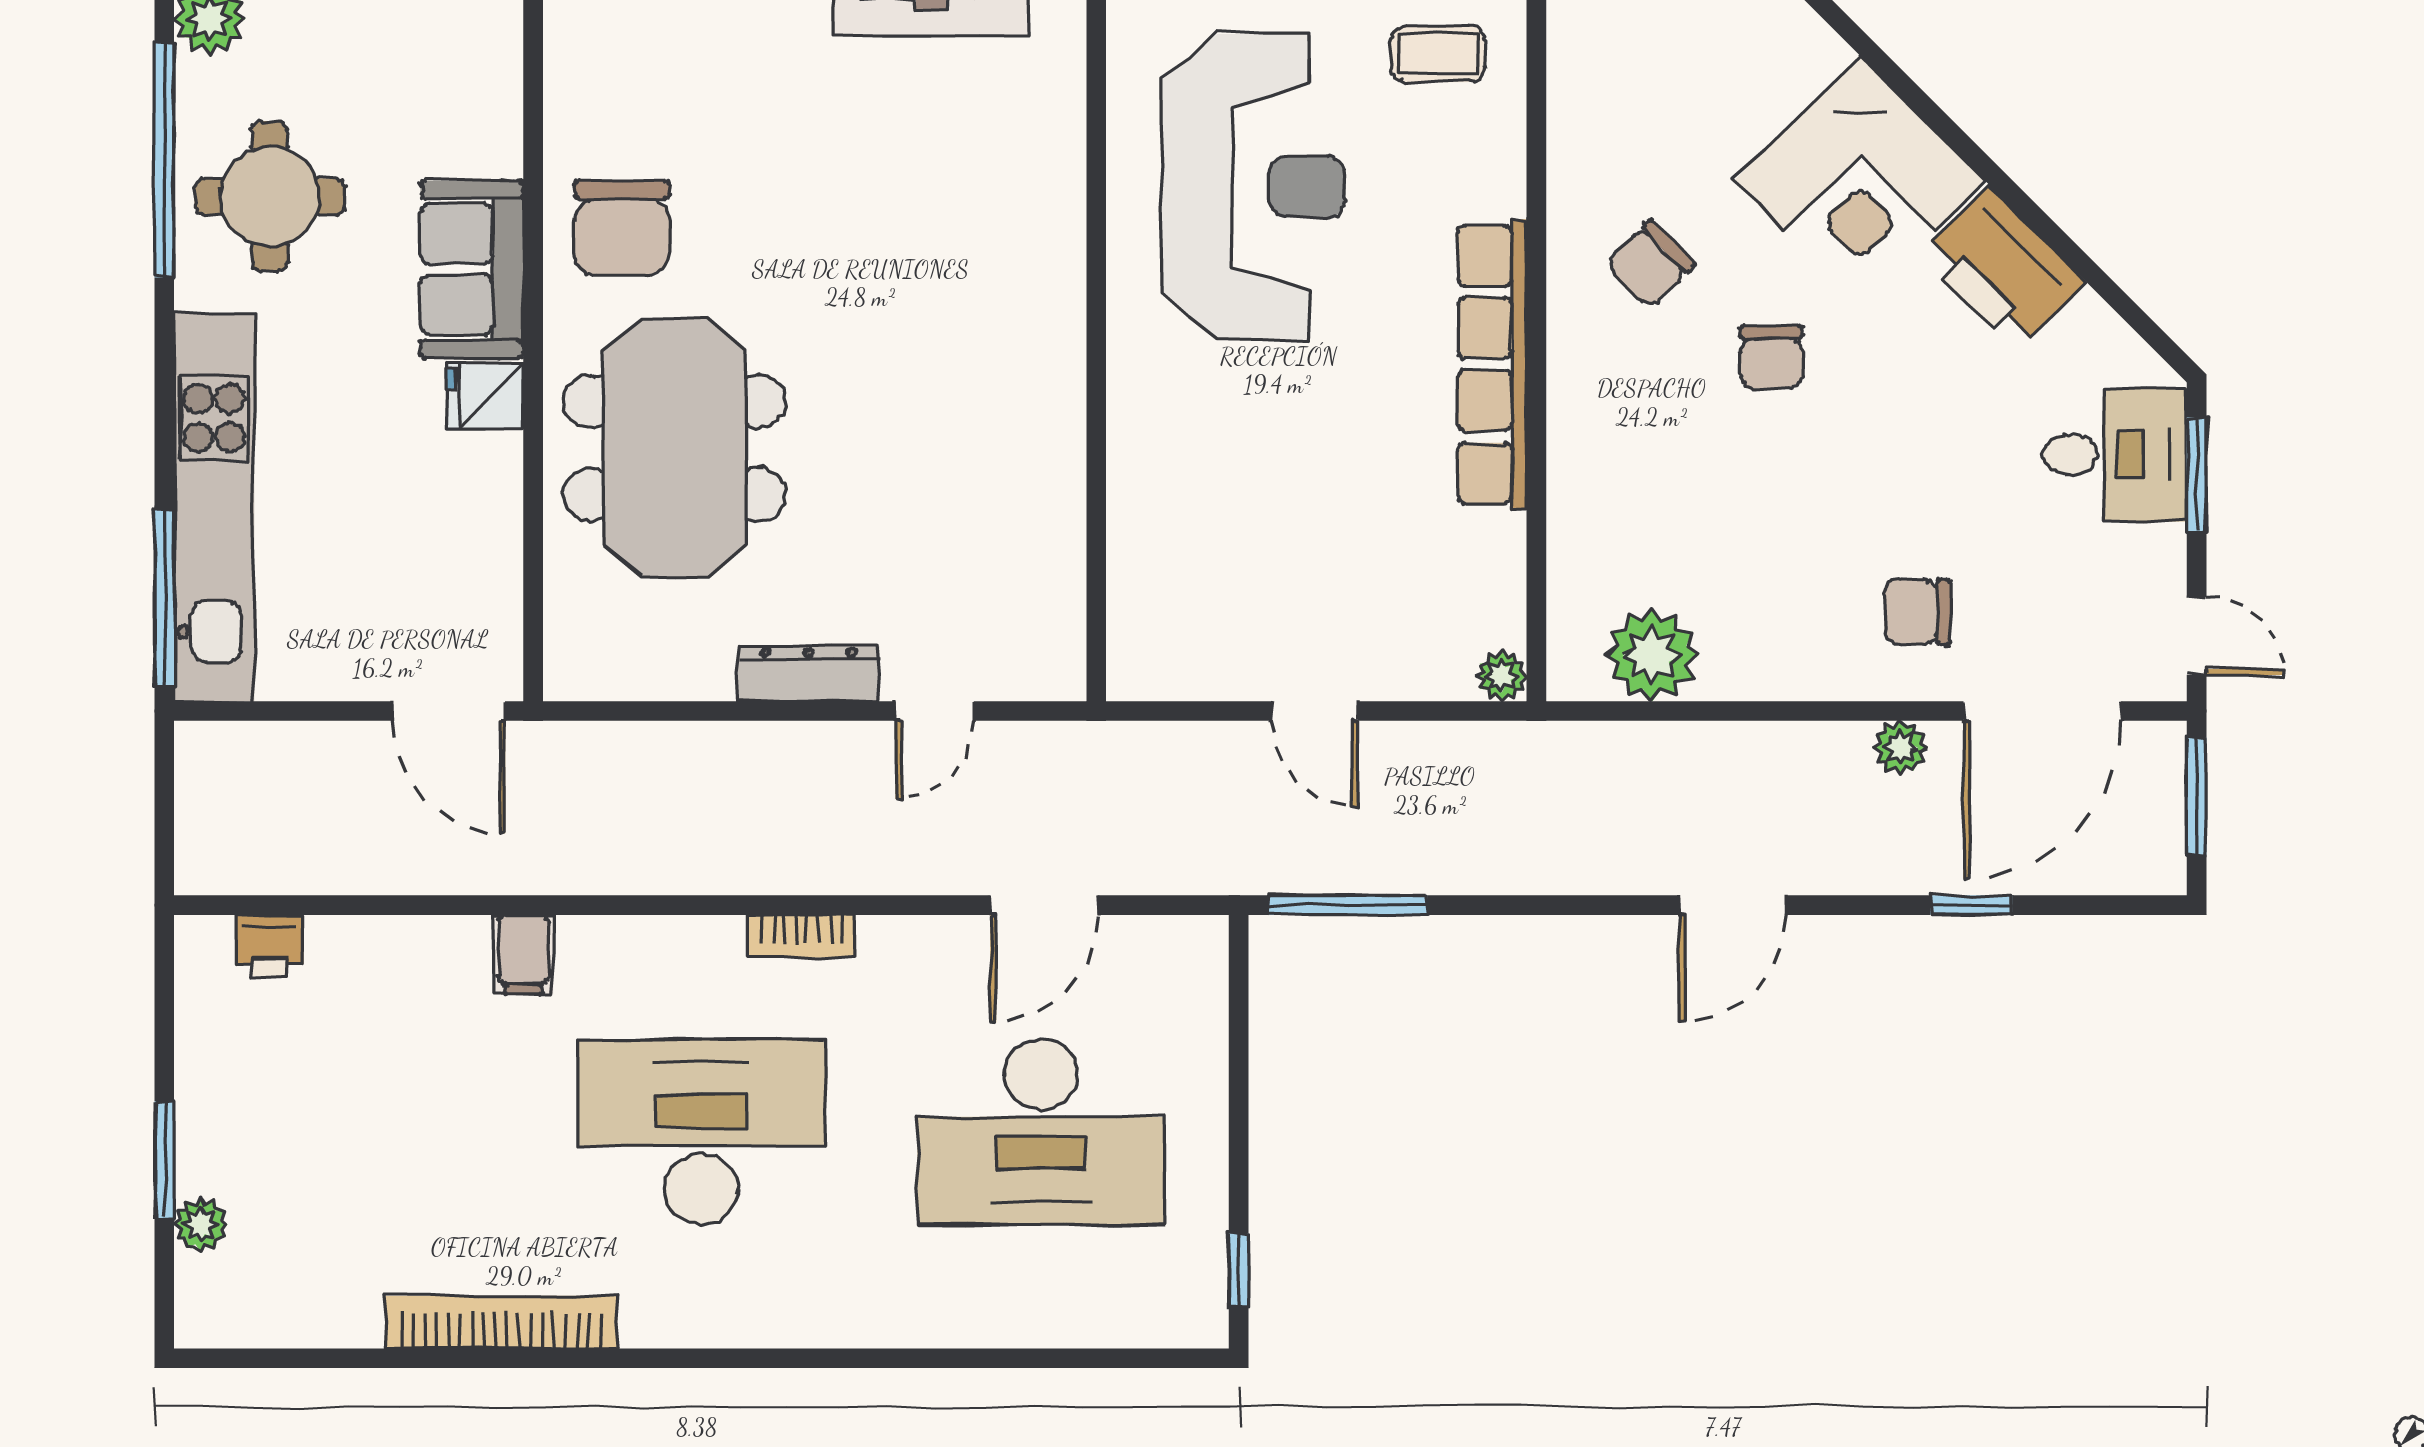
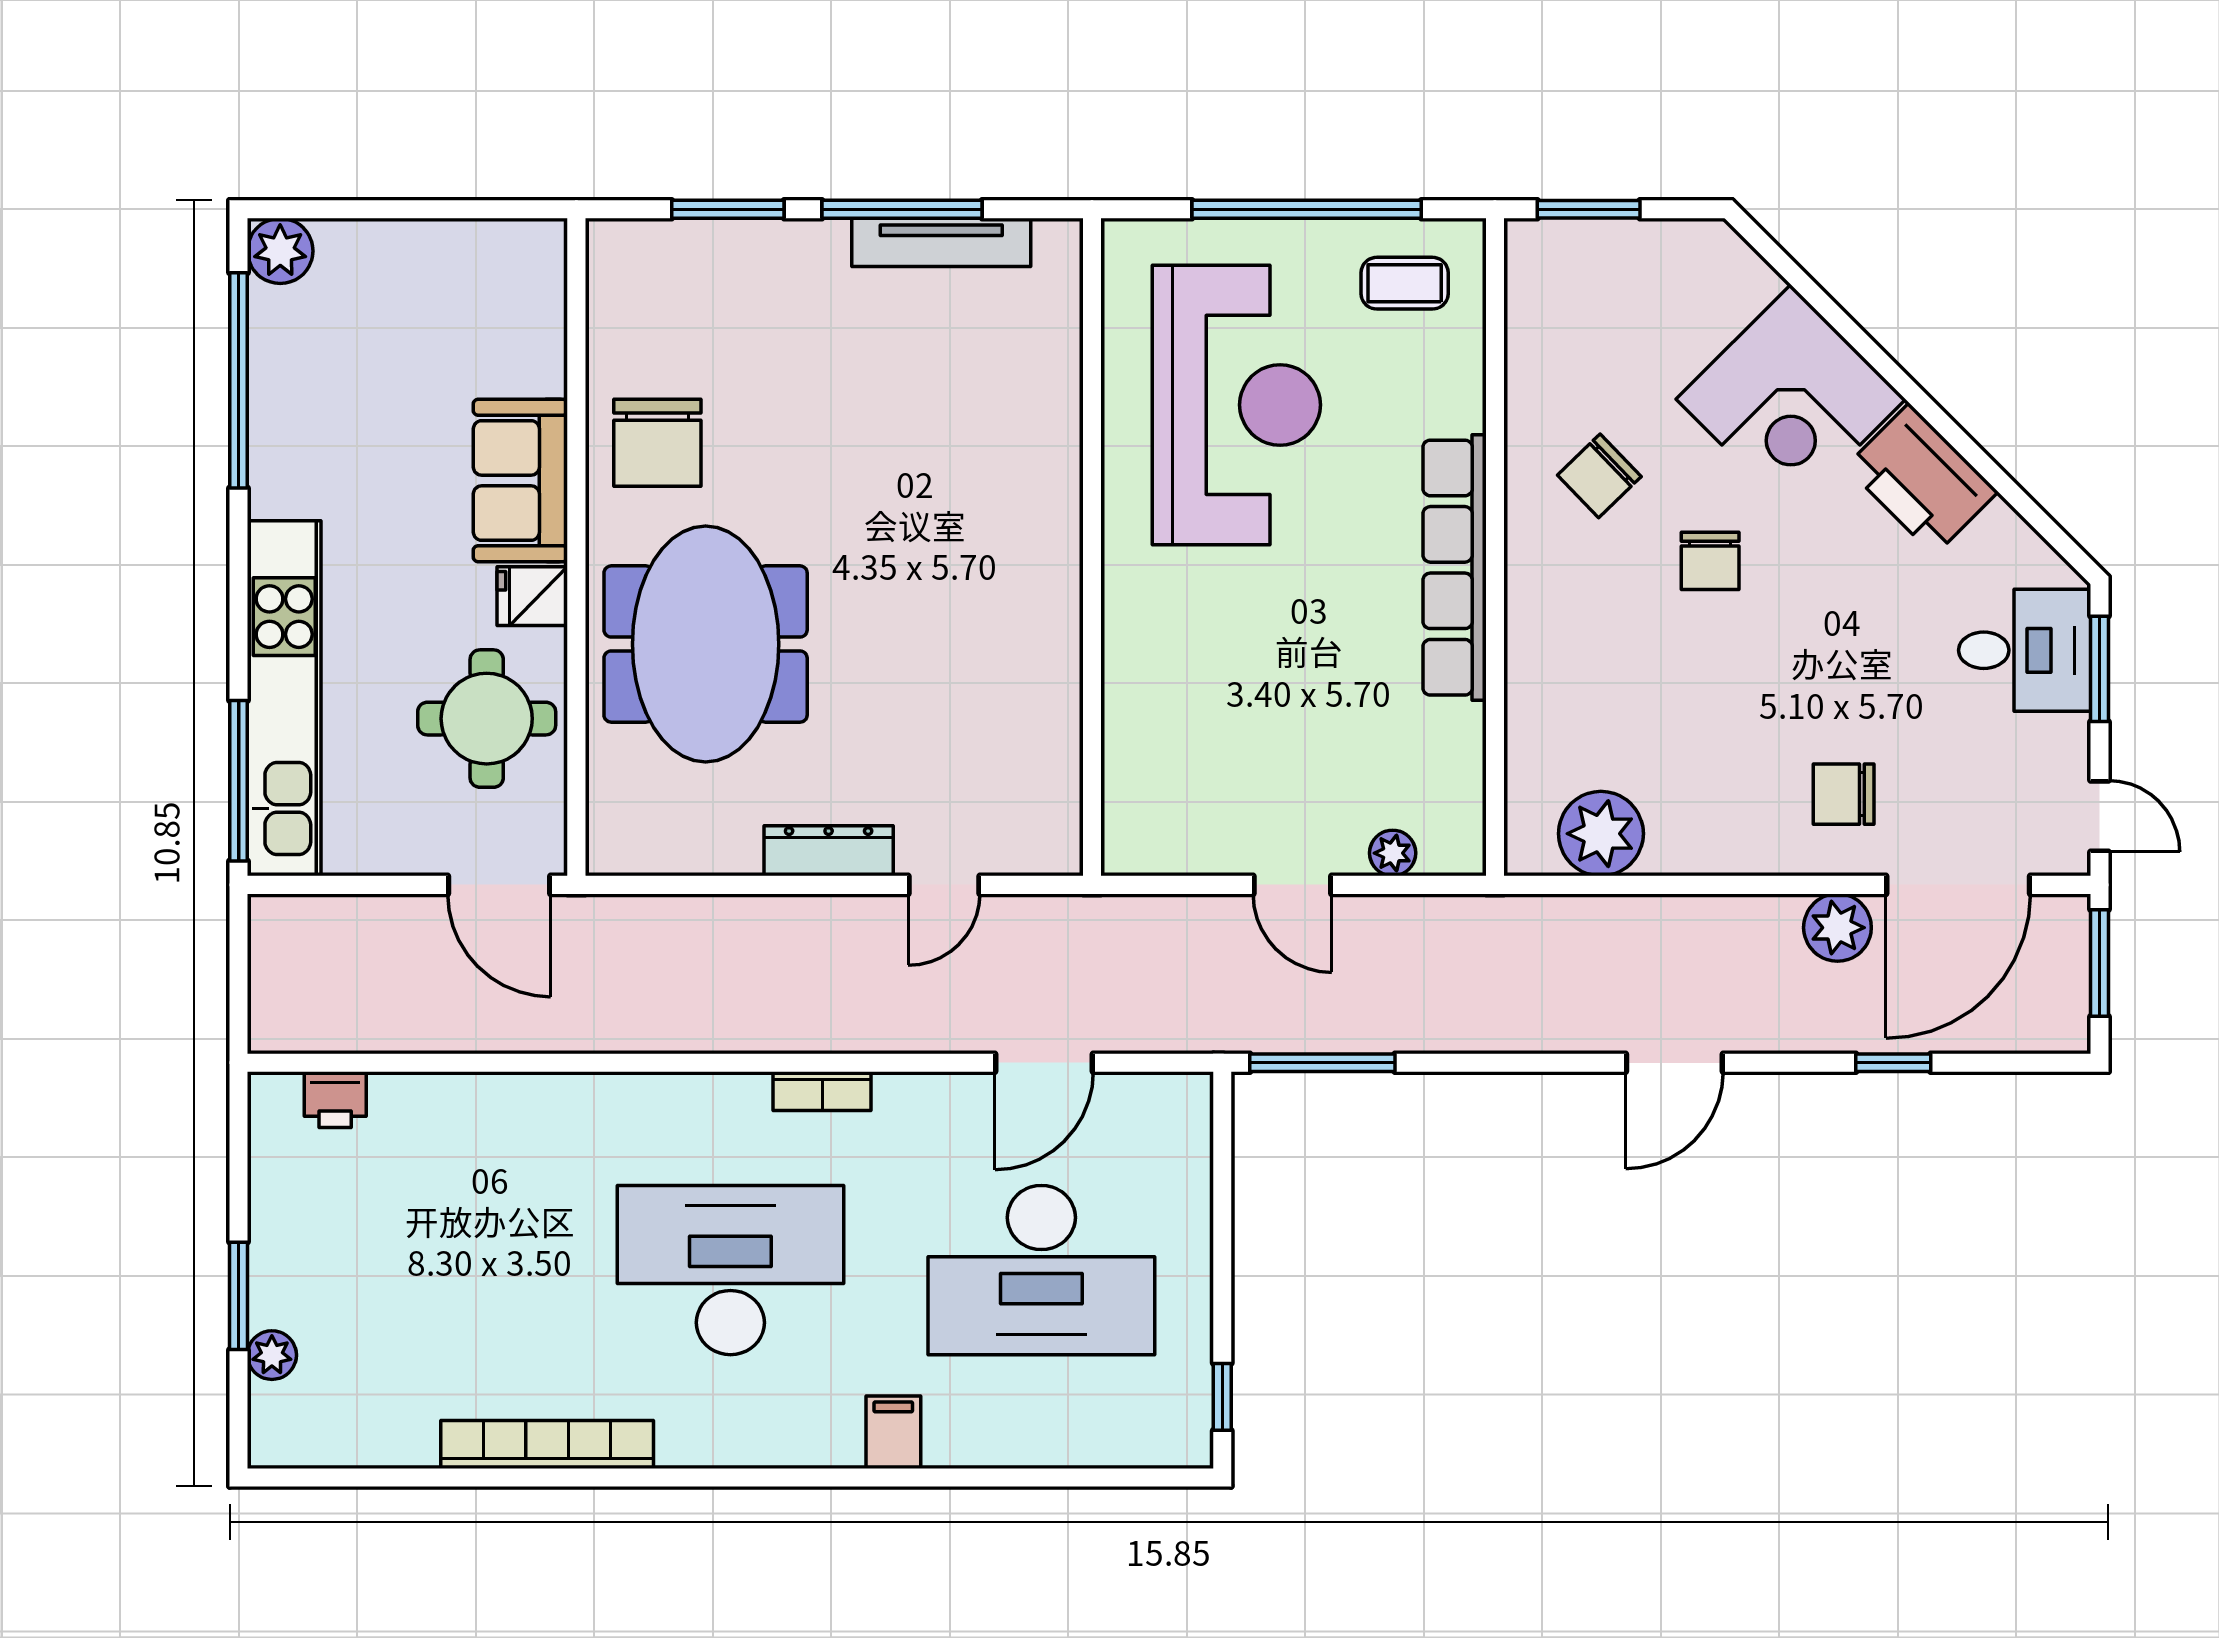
round table: (270, 196) -> (487, 719), moved
plant: (1502, 676) -> (1393, 853), moved
plant: (1900, 748) -> (1837, 928), width x1.38, depth x1.38
filing cabinet: (523, 955) -> (893, 1432), moved, turned 180

